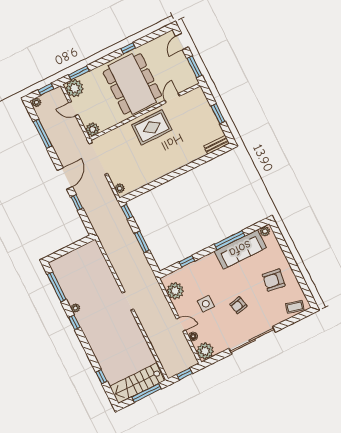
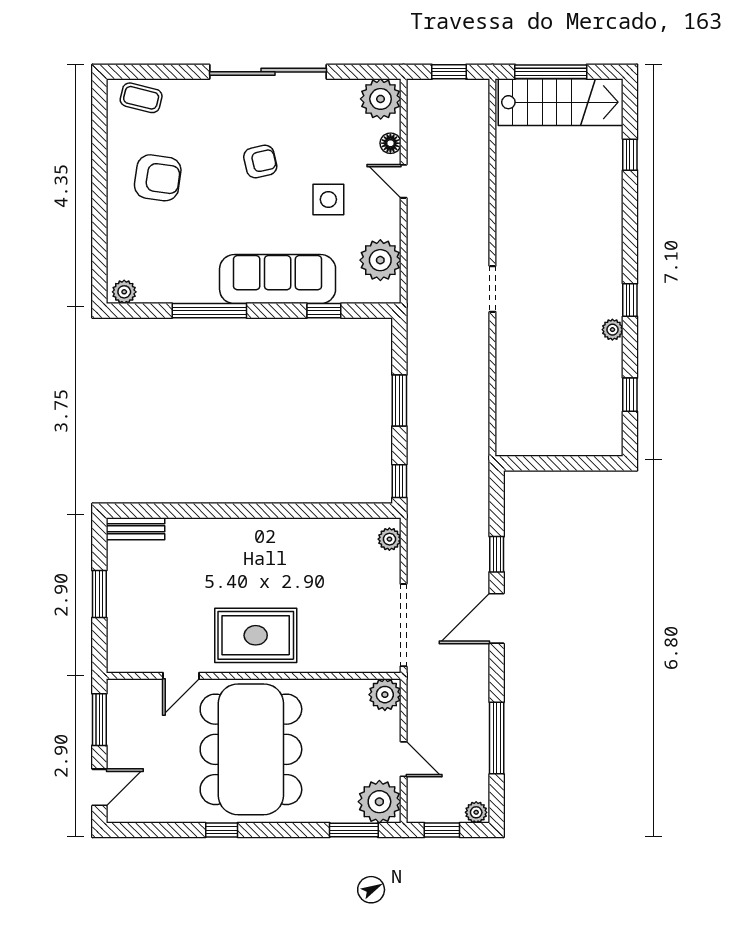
sofa: (240, 249) -> (278, 279), moved
window: (57, 287) -> (630, 395), width x0.46

